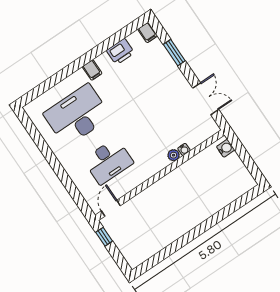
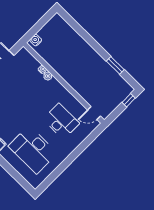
window: (104, 237) -> (129, 100), moved
window: (170, 250) -> (115, 65), added

